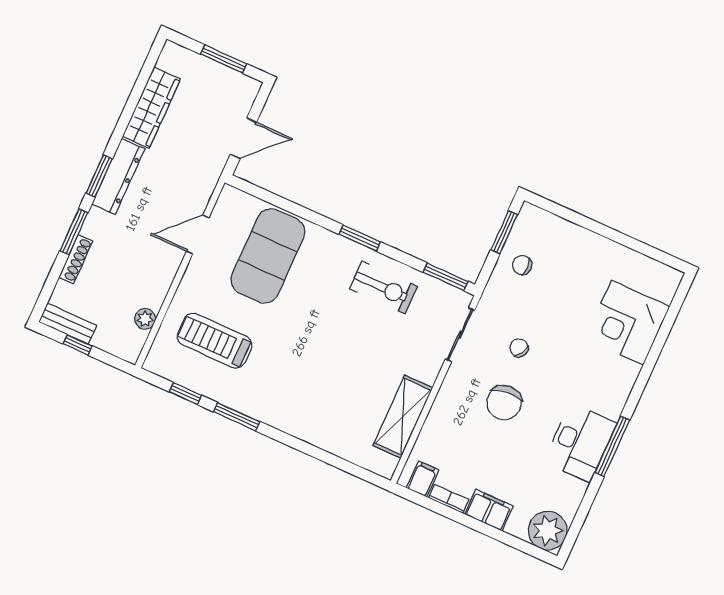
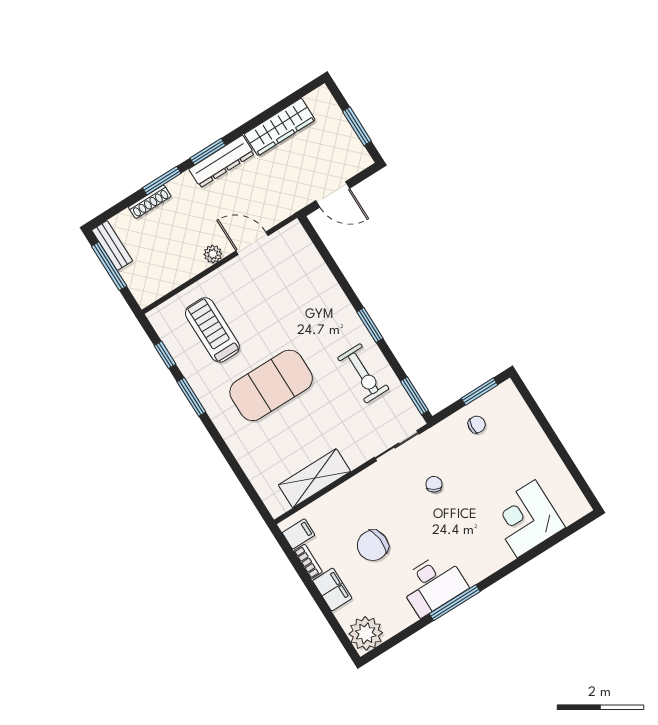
exercise mat: (268, 256) -> (271, 385), moved
chair: (522, 265) -> (477, 425), turned 94
plant: (145, 319) -> (213, 254), moved
window: (78, 345) -> (109, 266), width x2.17
chair: (504, 403) -> (373, 545), moved

